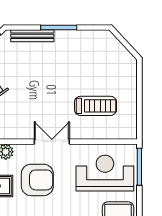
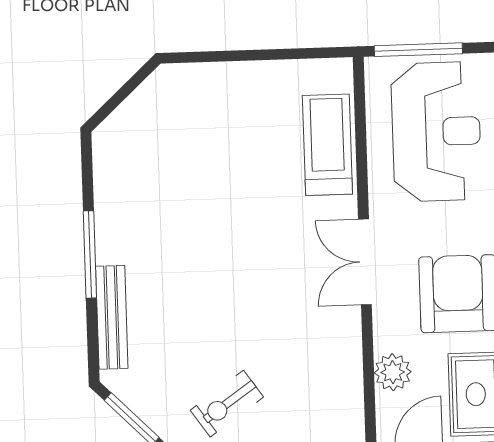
treadmill: (96, 106) -> (327, 145), moved
reception desk: (105, 173) -> (436, 132), turned 180

